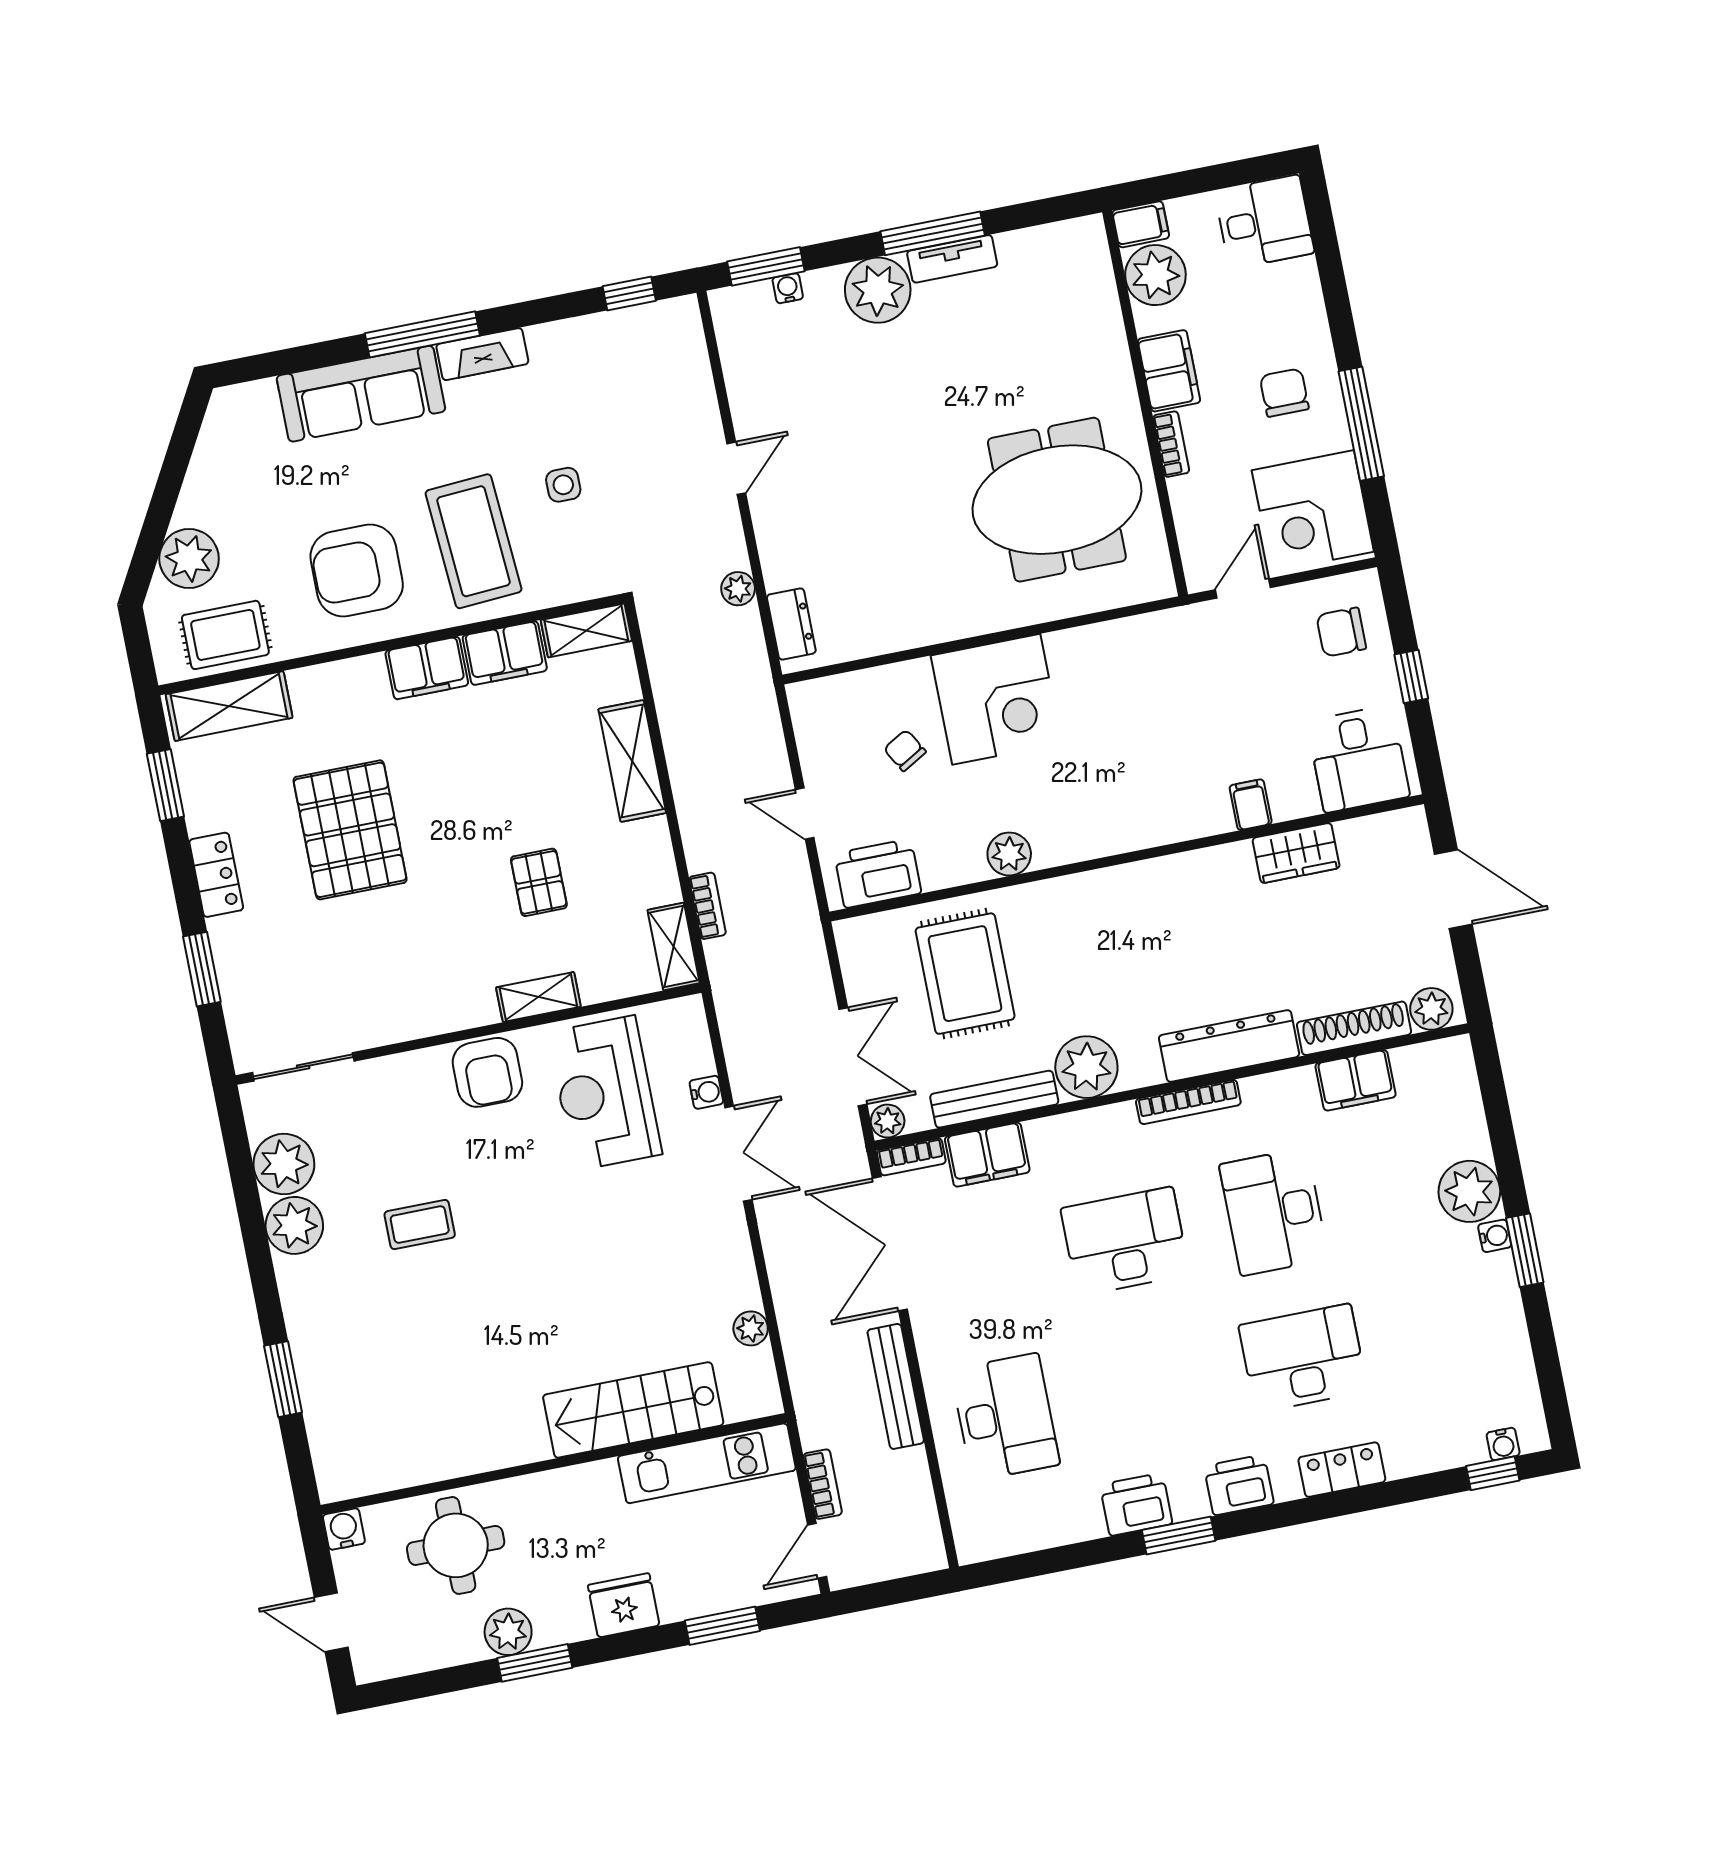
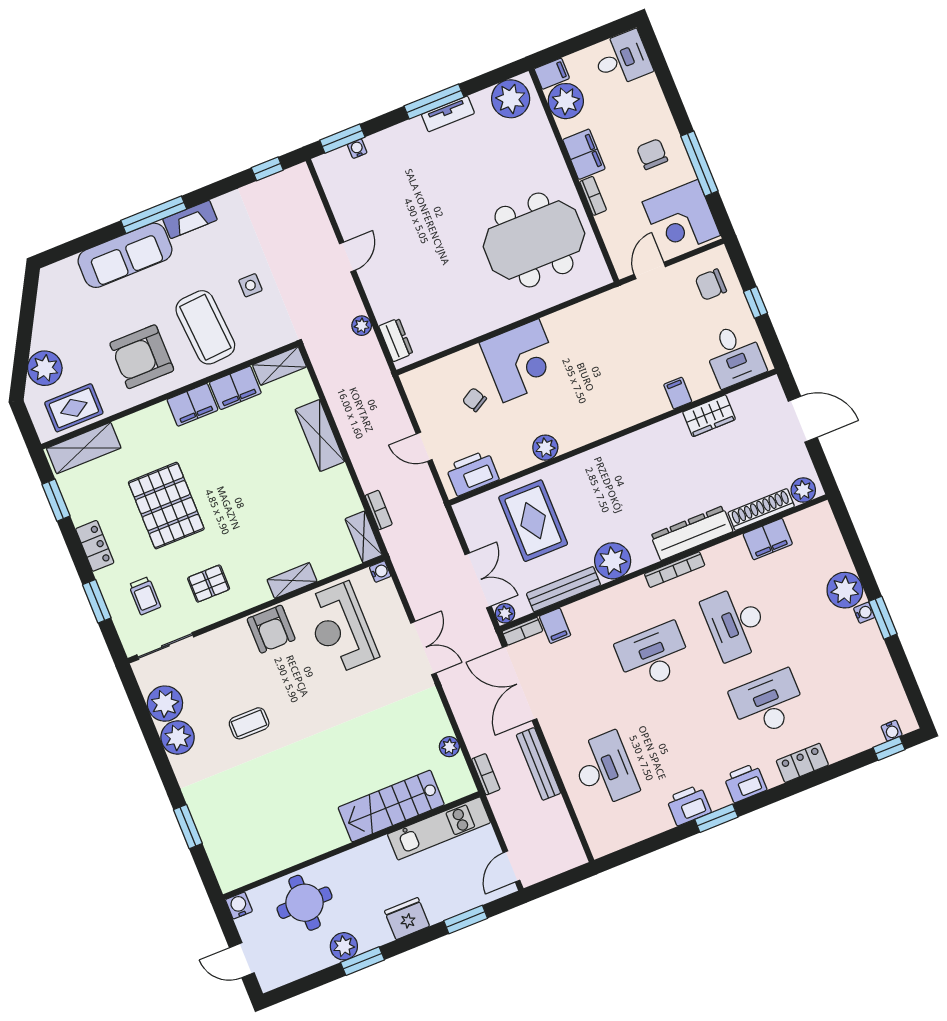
plant: (878, 290) -> (511, 99), moved
pallet: (539, 882) -> (209, 584), moved, turned 90
trolley: (284, 975) -> (145, 596), added
water cooler: (706, 1092) -> (380, 571), moved
filing cabinet: (987, 1155) -> (555, 626), width x0.50
bookcase: (823, 1484) -> (486, 774), moved

